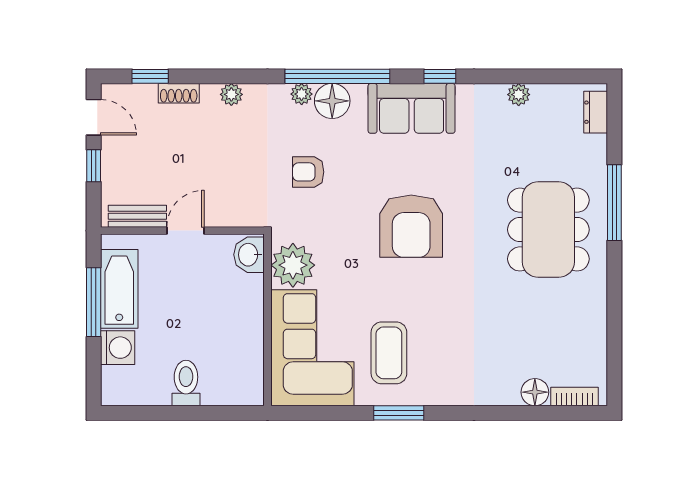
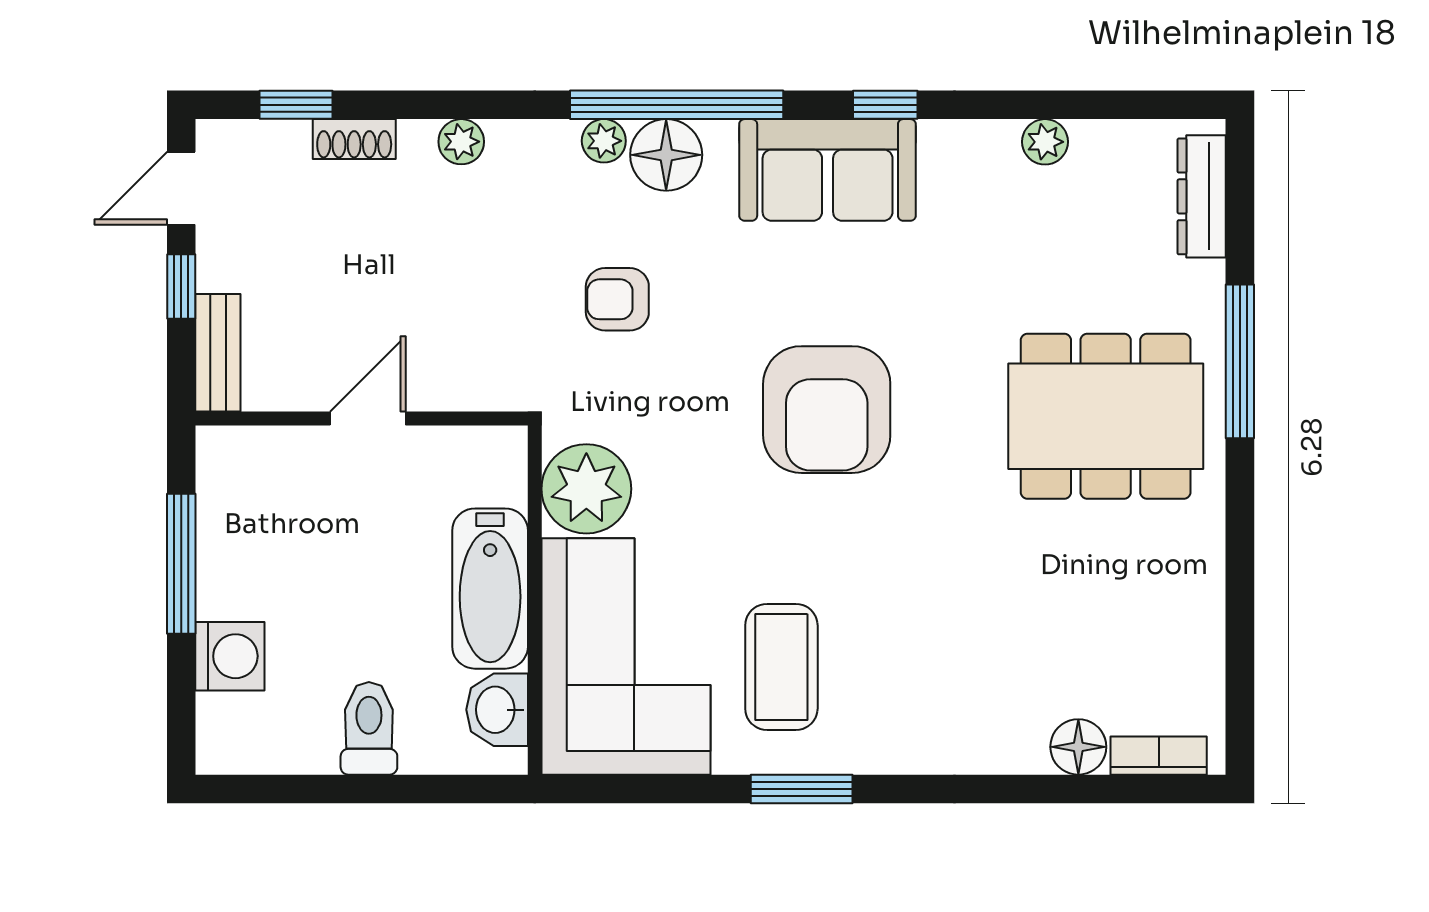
dresser: (596, 112) -> (1202, 196), width x1.44
door: (94, 117) -> (181, 188), swing flipped
bench: (137, 216) -> (218, 353), moved, turned 90
dining table: (548, 230) -> (1106, 416), turned 90
washbasin: (249, 255) -> (497, 710), moved
bathtub: (119, 289) -> (490, 589), moved, turned 180

